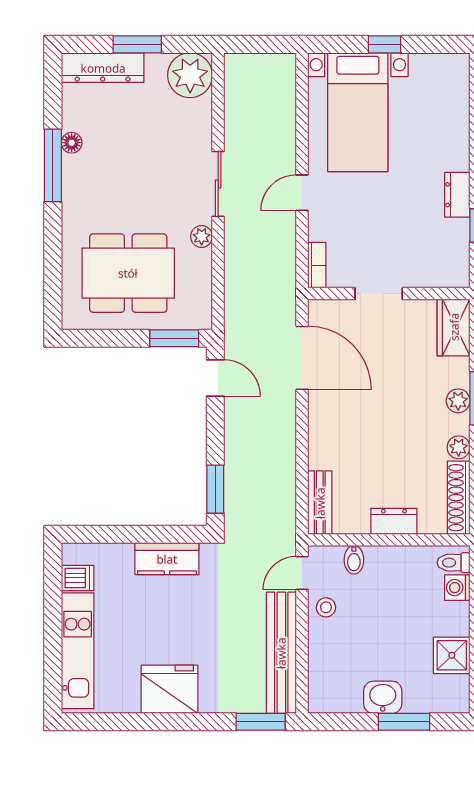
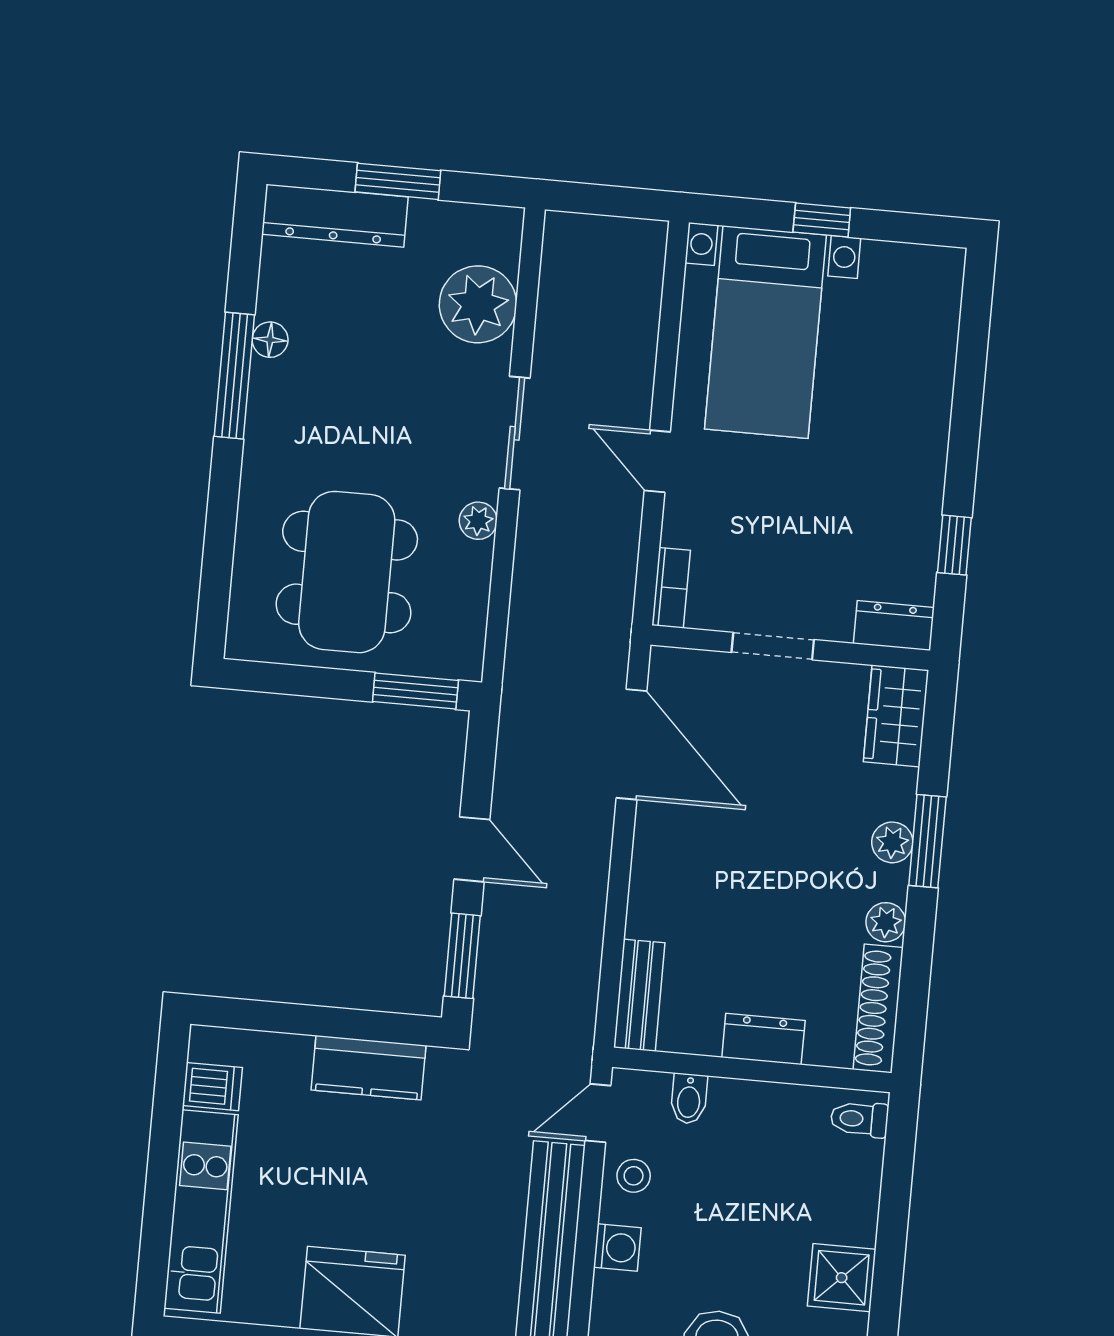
plant: (190, 75) -> (478, 304), moved
door: (302, 193) -> (657, 461), hinge flipped
dresser: (457, 195) -> (894, 626), moved, turned 90
dining table: (128, 273) -> (347, 572), turned 90
door: (215, 378) -> (472, 849), moved
washing machine: (457, 588) -> (617, 1248), moved, turned 180

